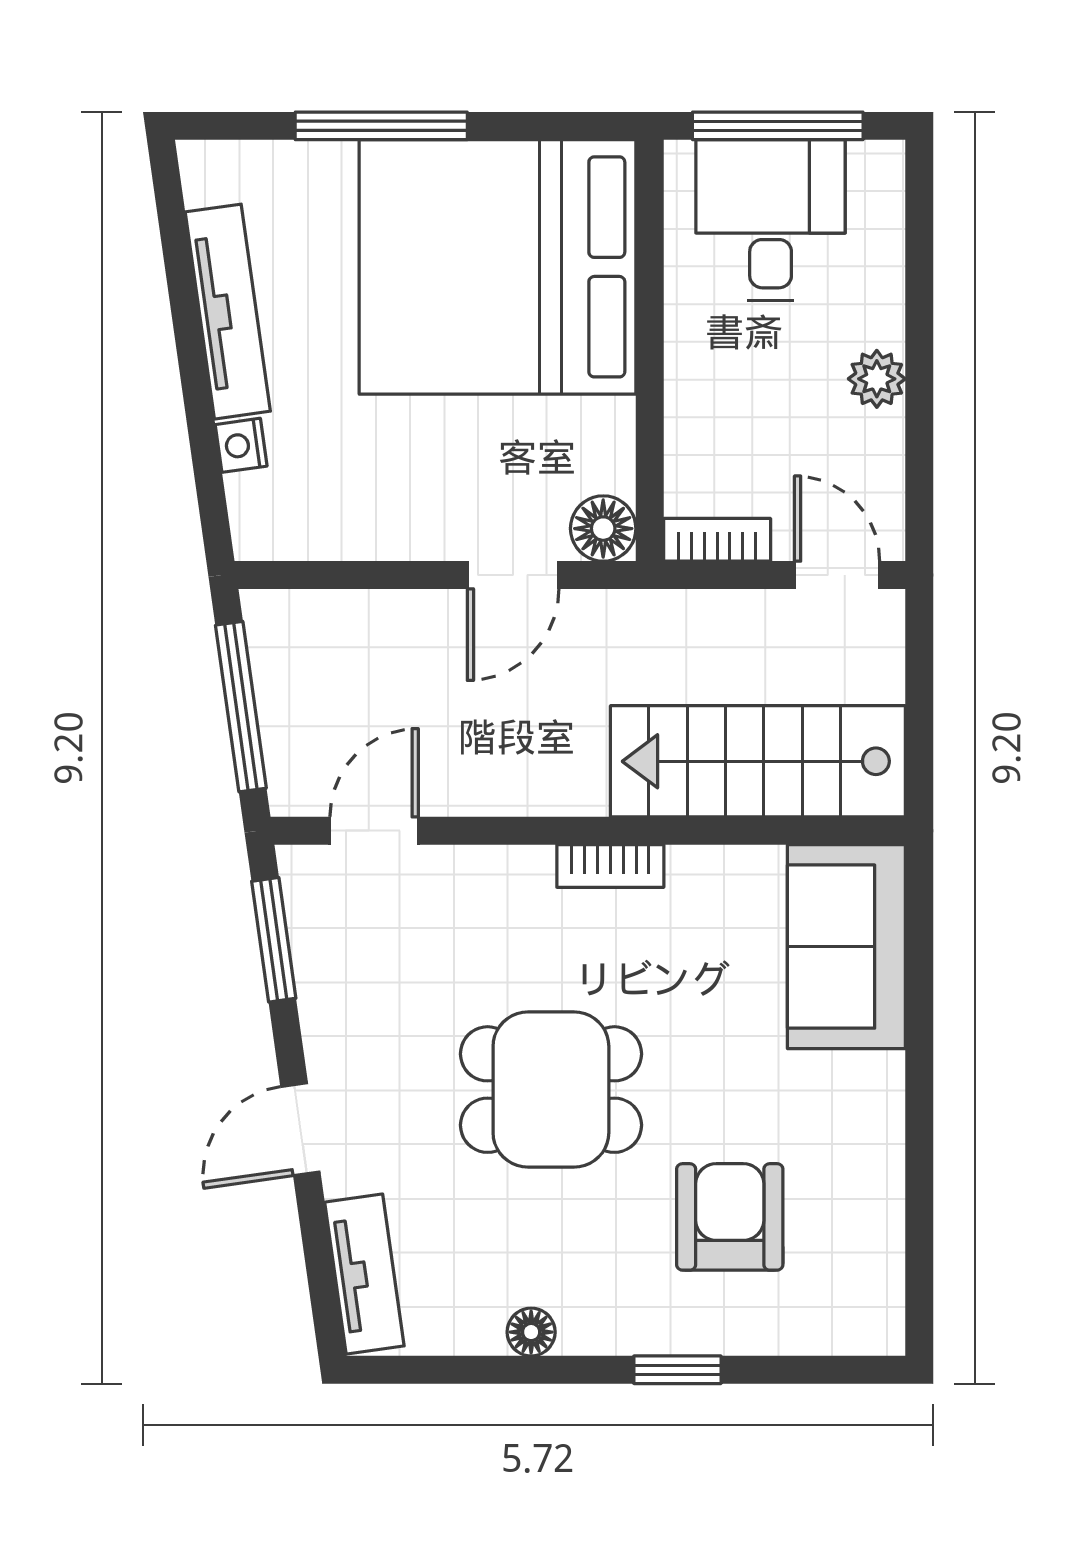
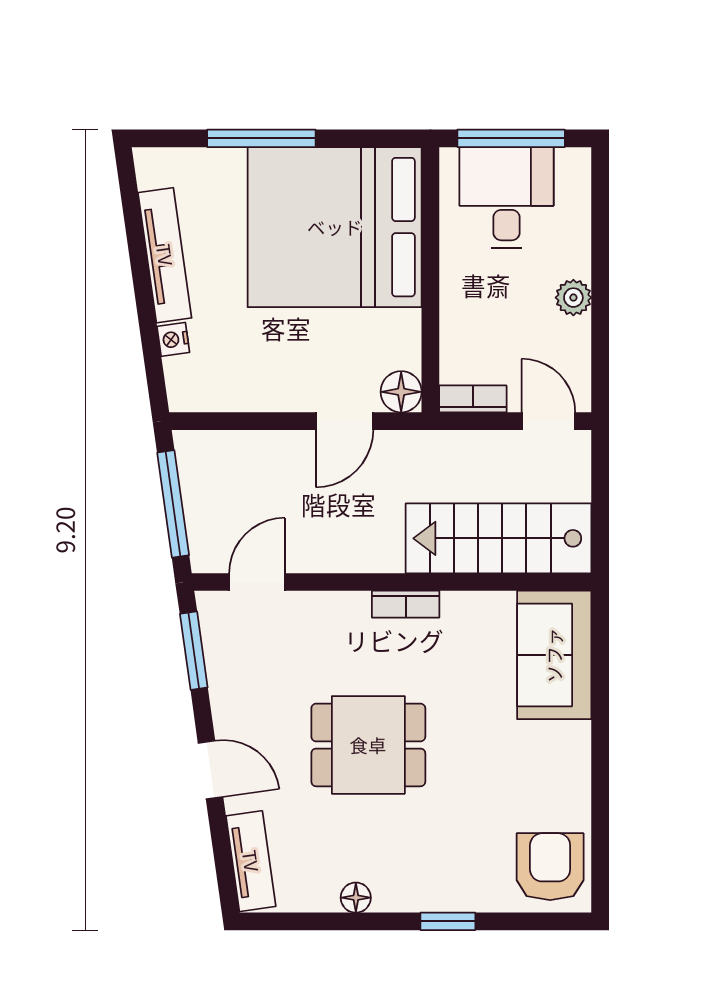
door: (300, 1129) -> (211, 770), swing flipped
armchair: (730, 1217) -> (550, 867), moved

